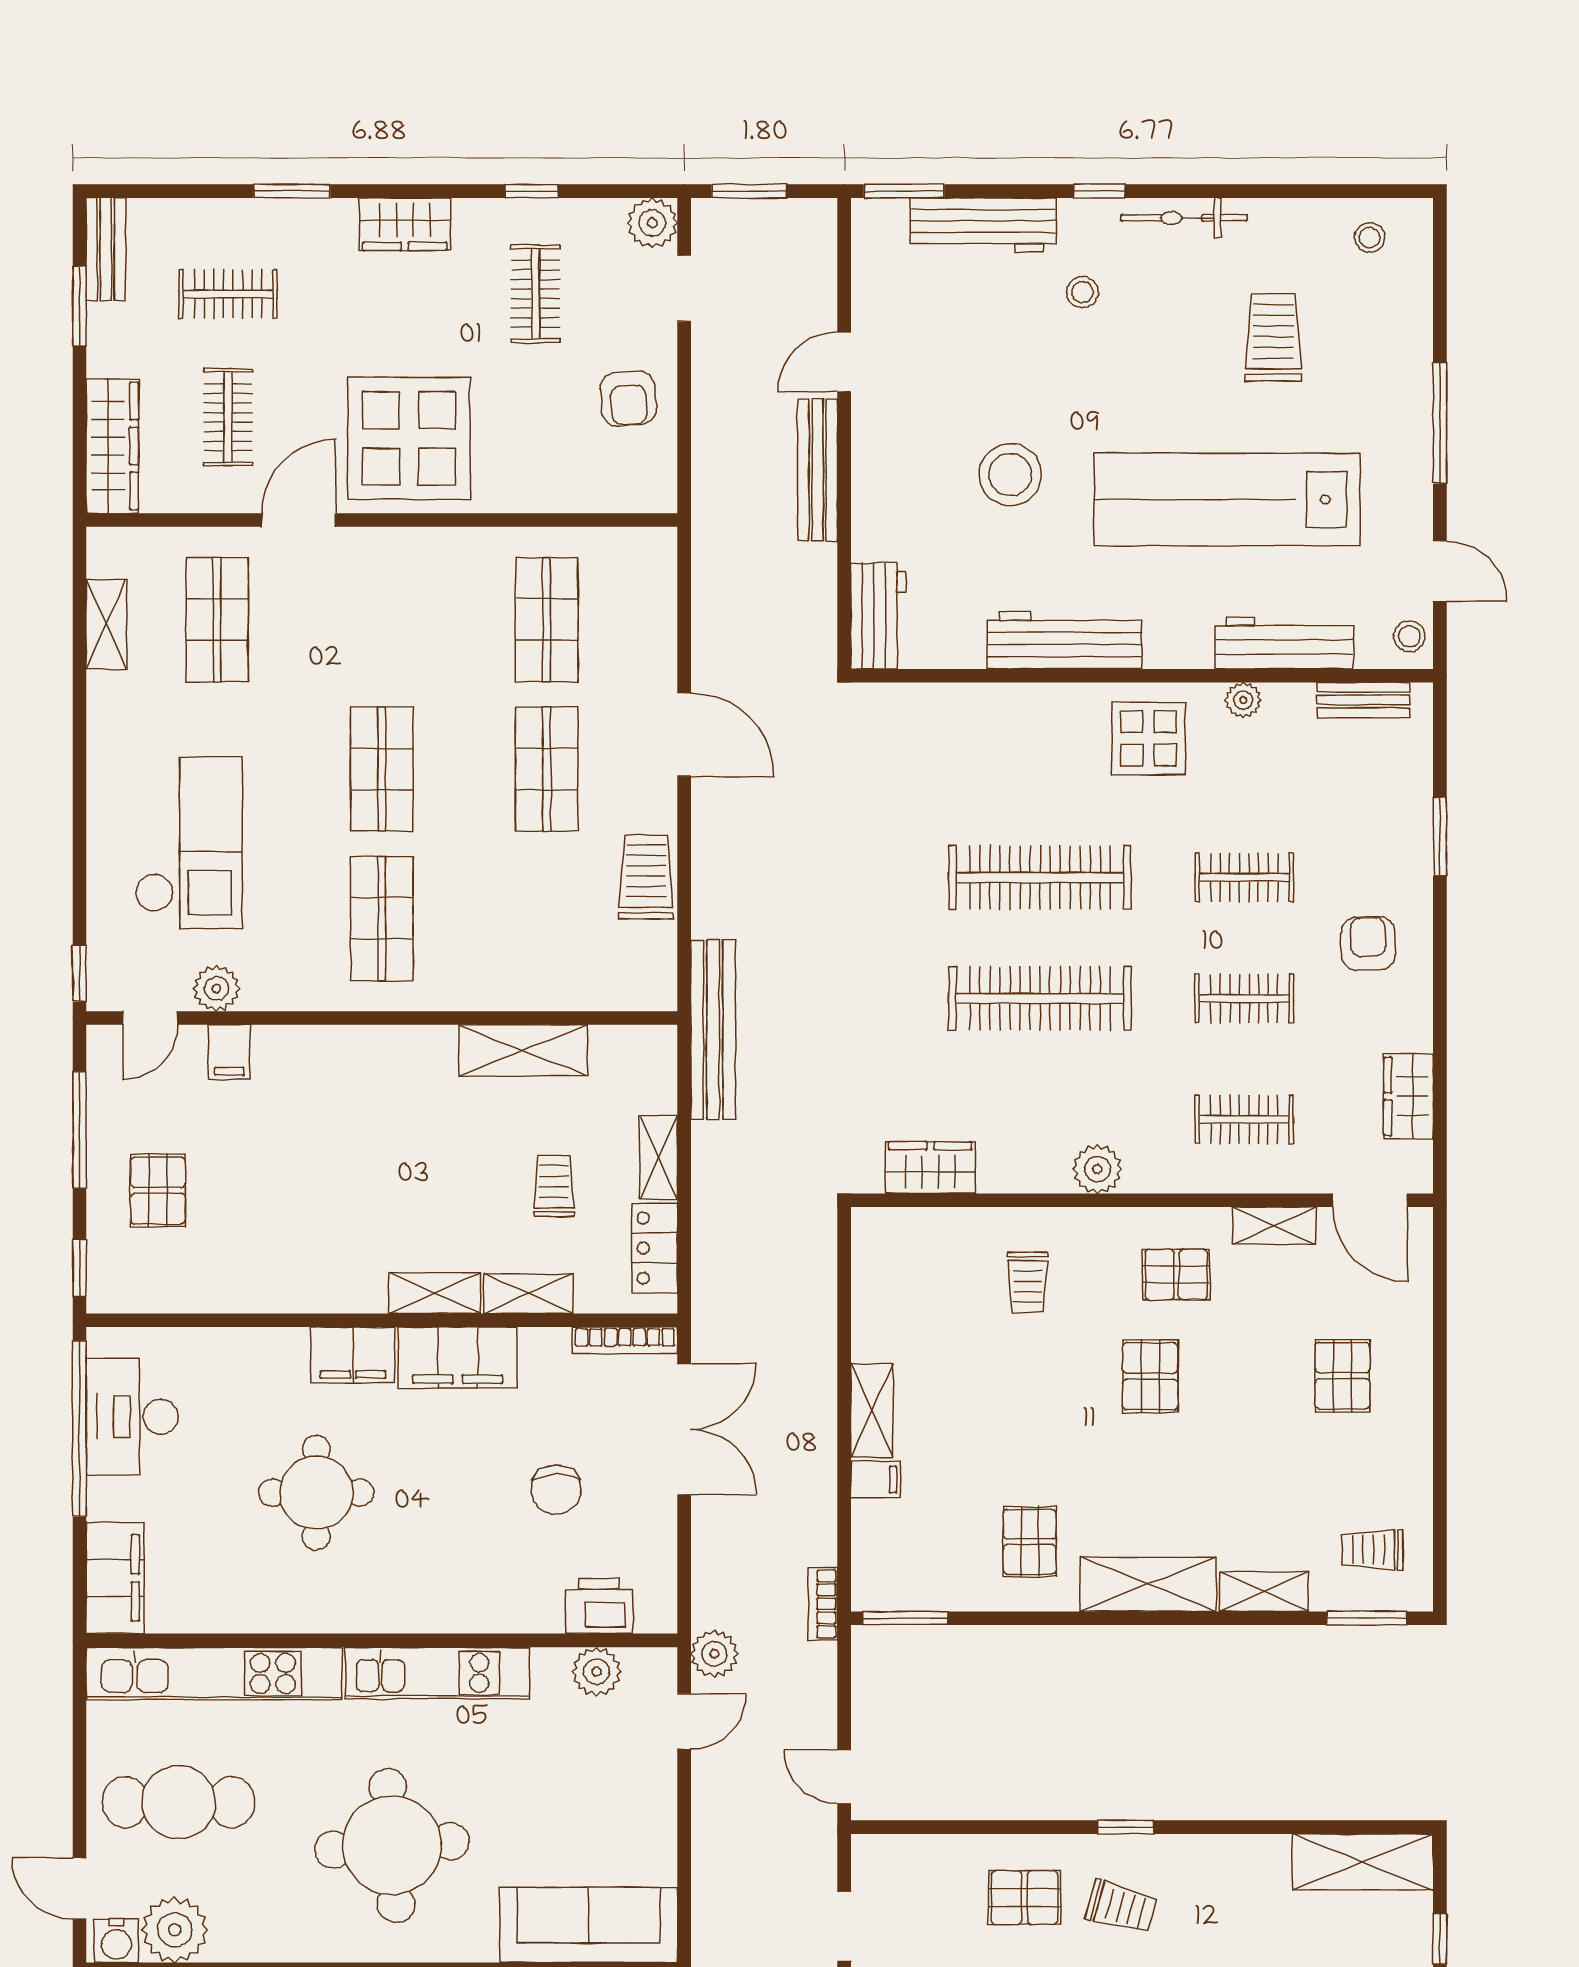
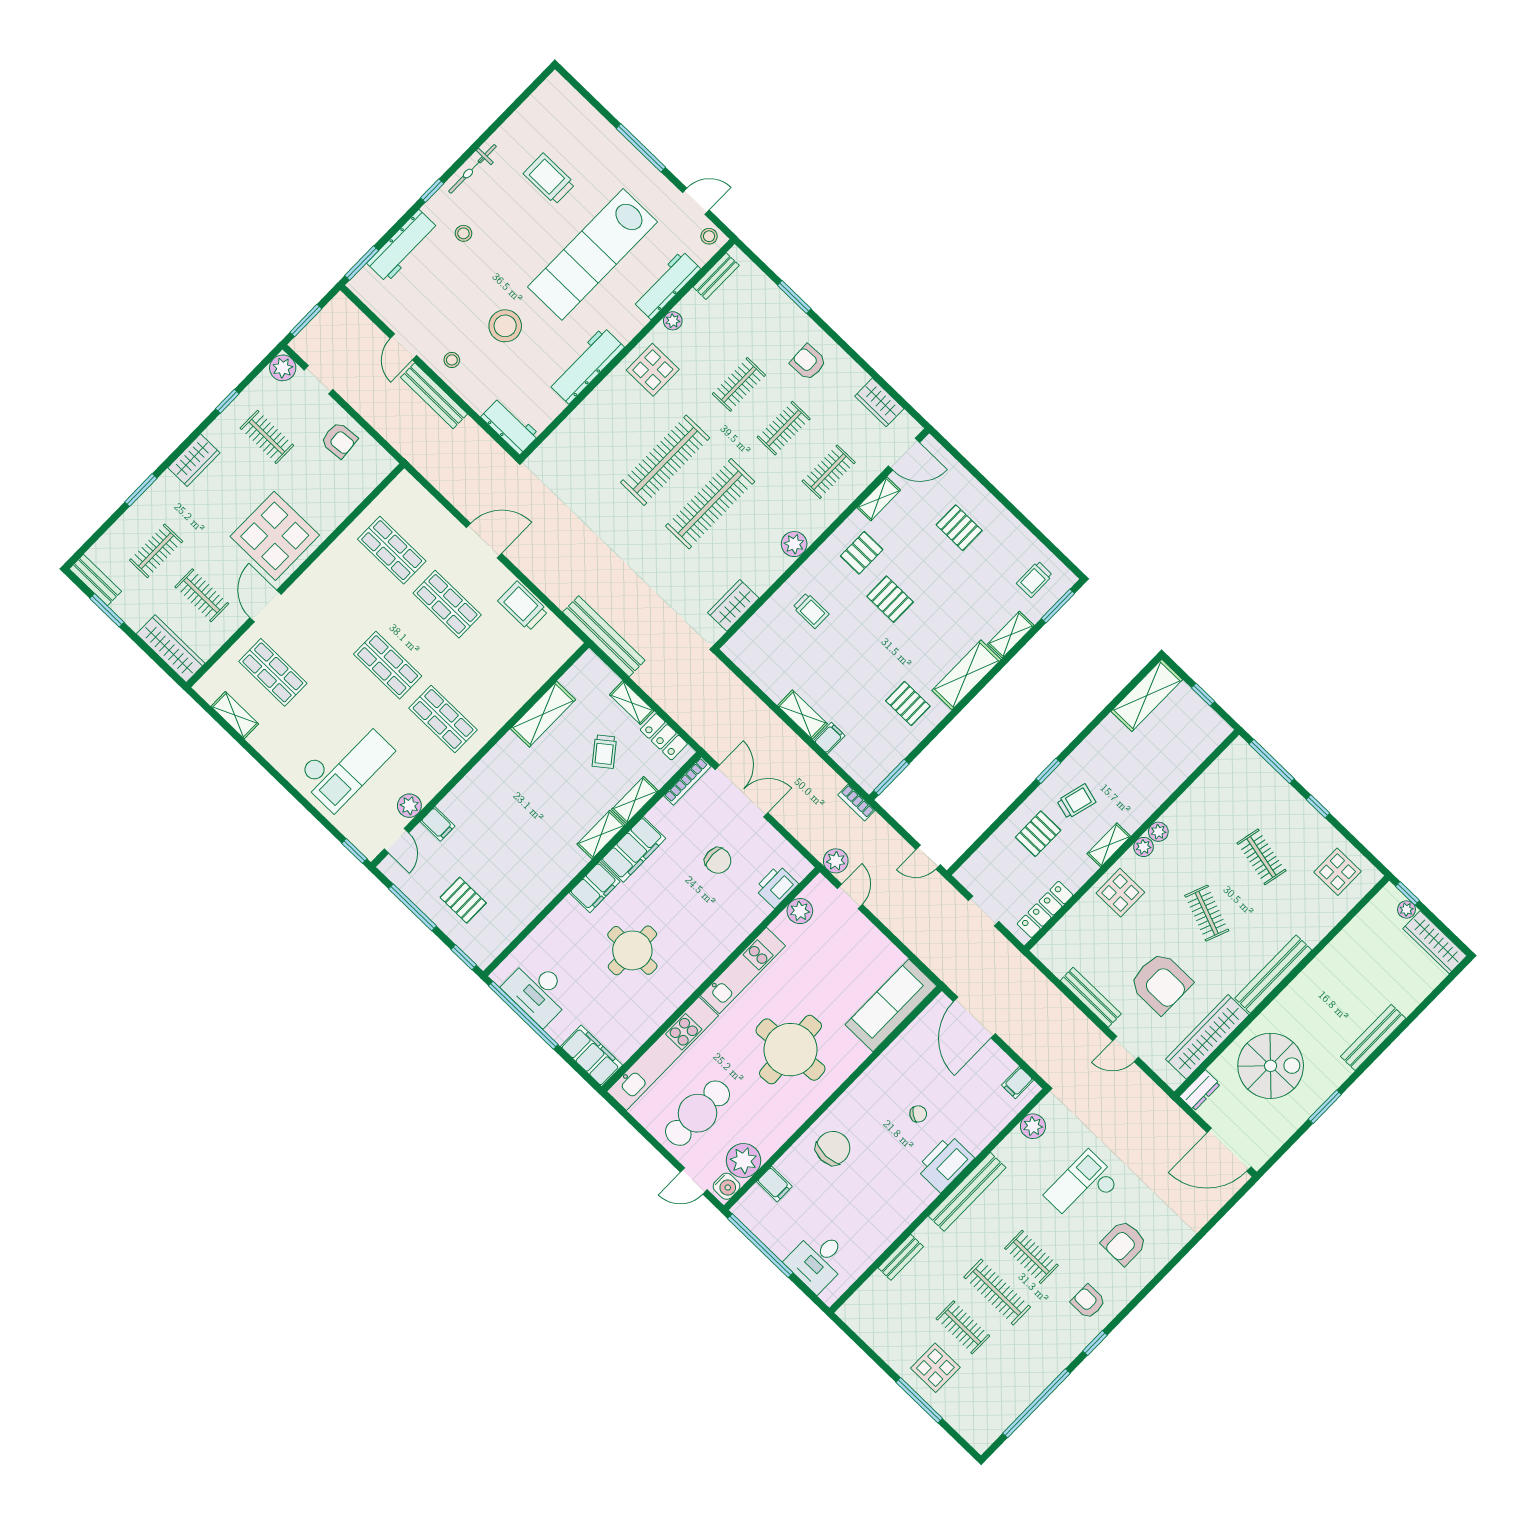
stool: (1370, 237) -> (452, 360), moved
checkout: (188, 843) -> (345, 763), turned 90
trolley: (554, 1186) -> (604, 752), turned -128

